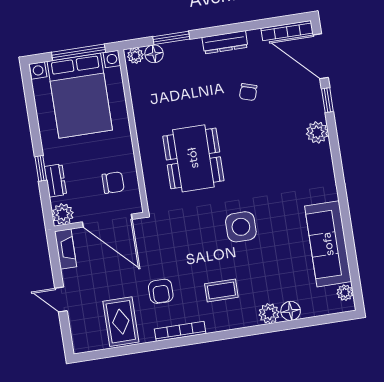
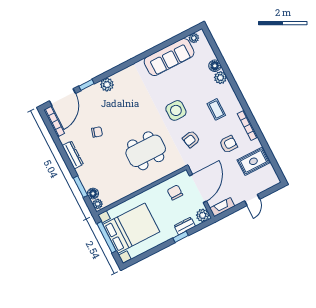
armchair: (188, 236) -> (191, 139), added

